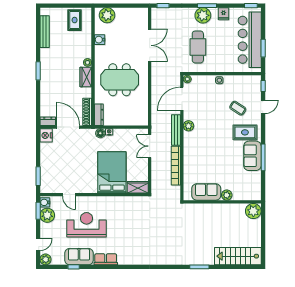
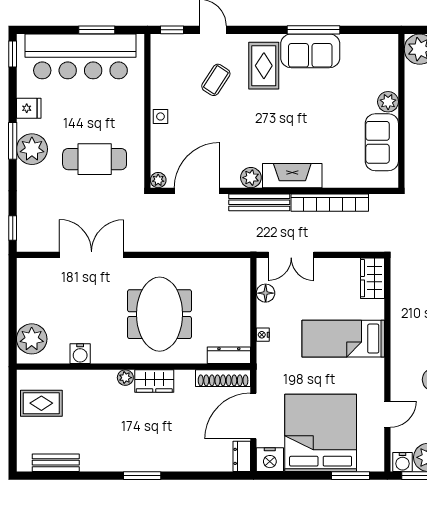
bench: (45, 32) -> (56, 463), width x0.73
door: (182, 99) -> (197, 191), swing flipped
floor lamp: (100, 133) -> (266, 293), moved
fireplace: (189, 147) -> (292, 176), added
bed: (60, 161) -> (321, 433), added
bed: (112, 172) -> (343, 339), width x0.67

